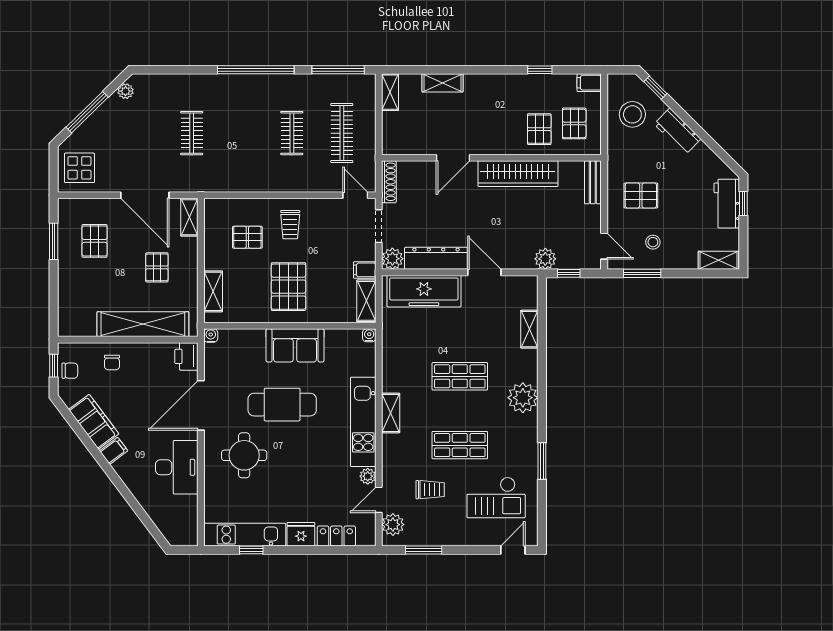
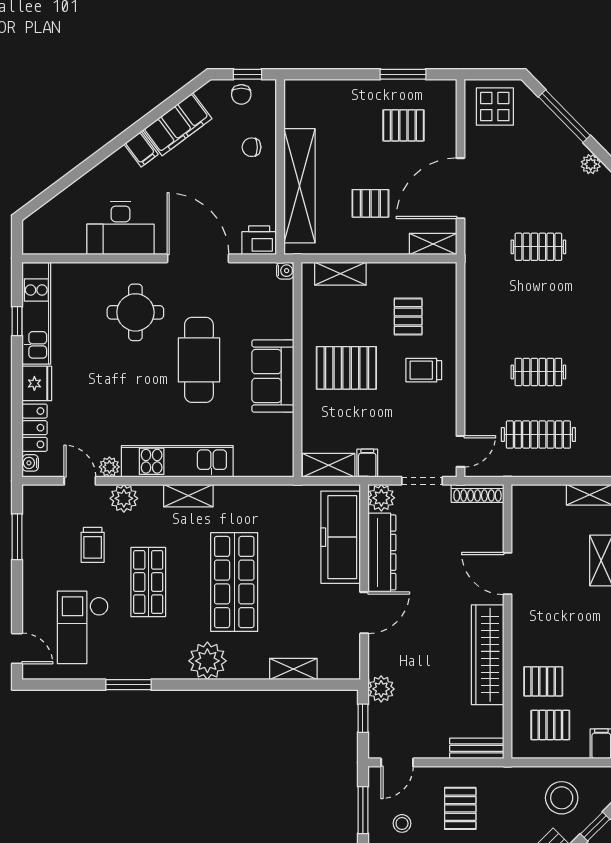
water cooler: (369, 335) -> (30, 463), moved, turned 180
shop shelf: (460, 376) -> (234, 582), width x1.43, depth x1.36
plant: (393, 525) -> (124, 498), moved

